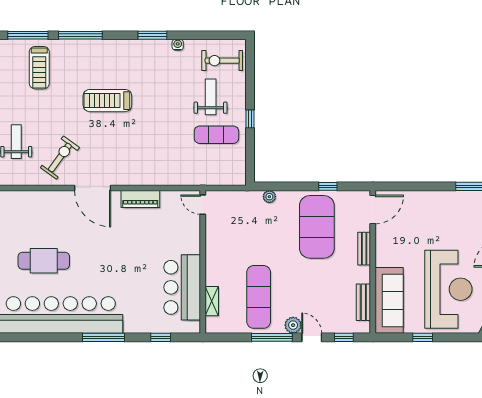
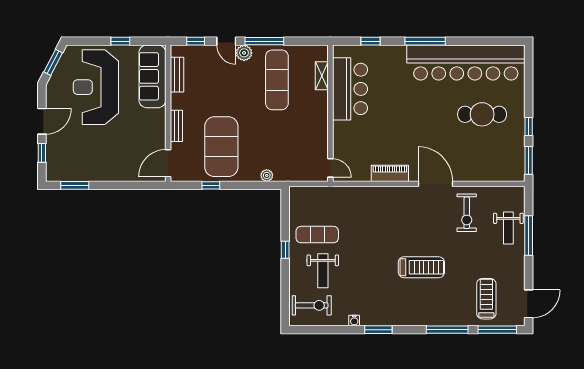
exercise bike: (60, 158) -> (467, 213), turned -36

